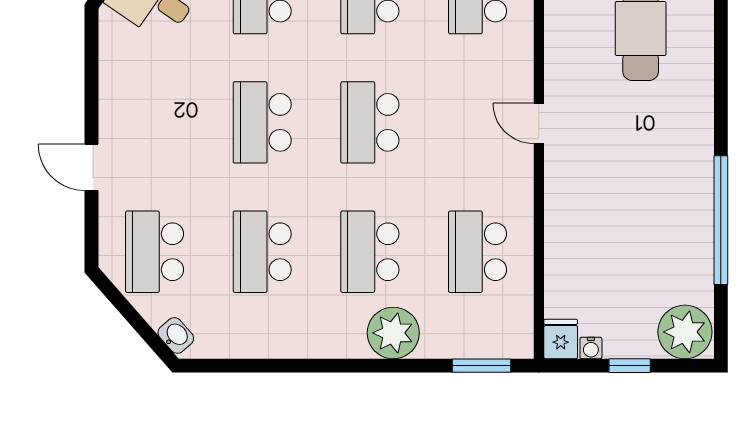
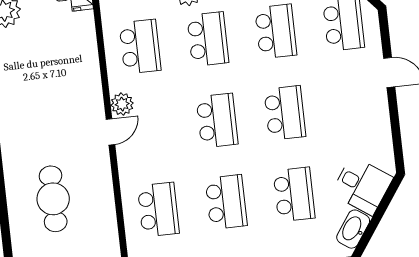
door: (539, 123) -> (110, 132), hinge flipped
plant: (516, 165) -> (122, 104), added

